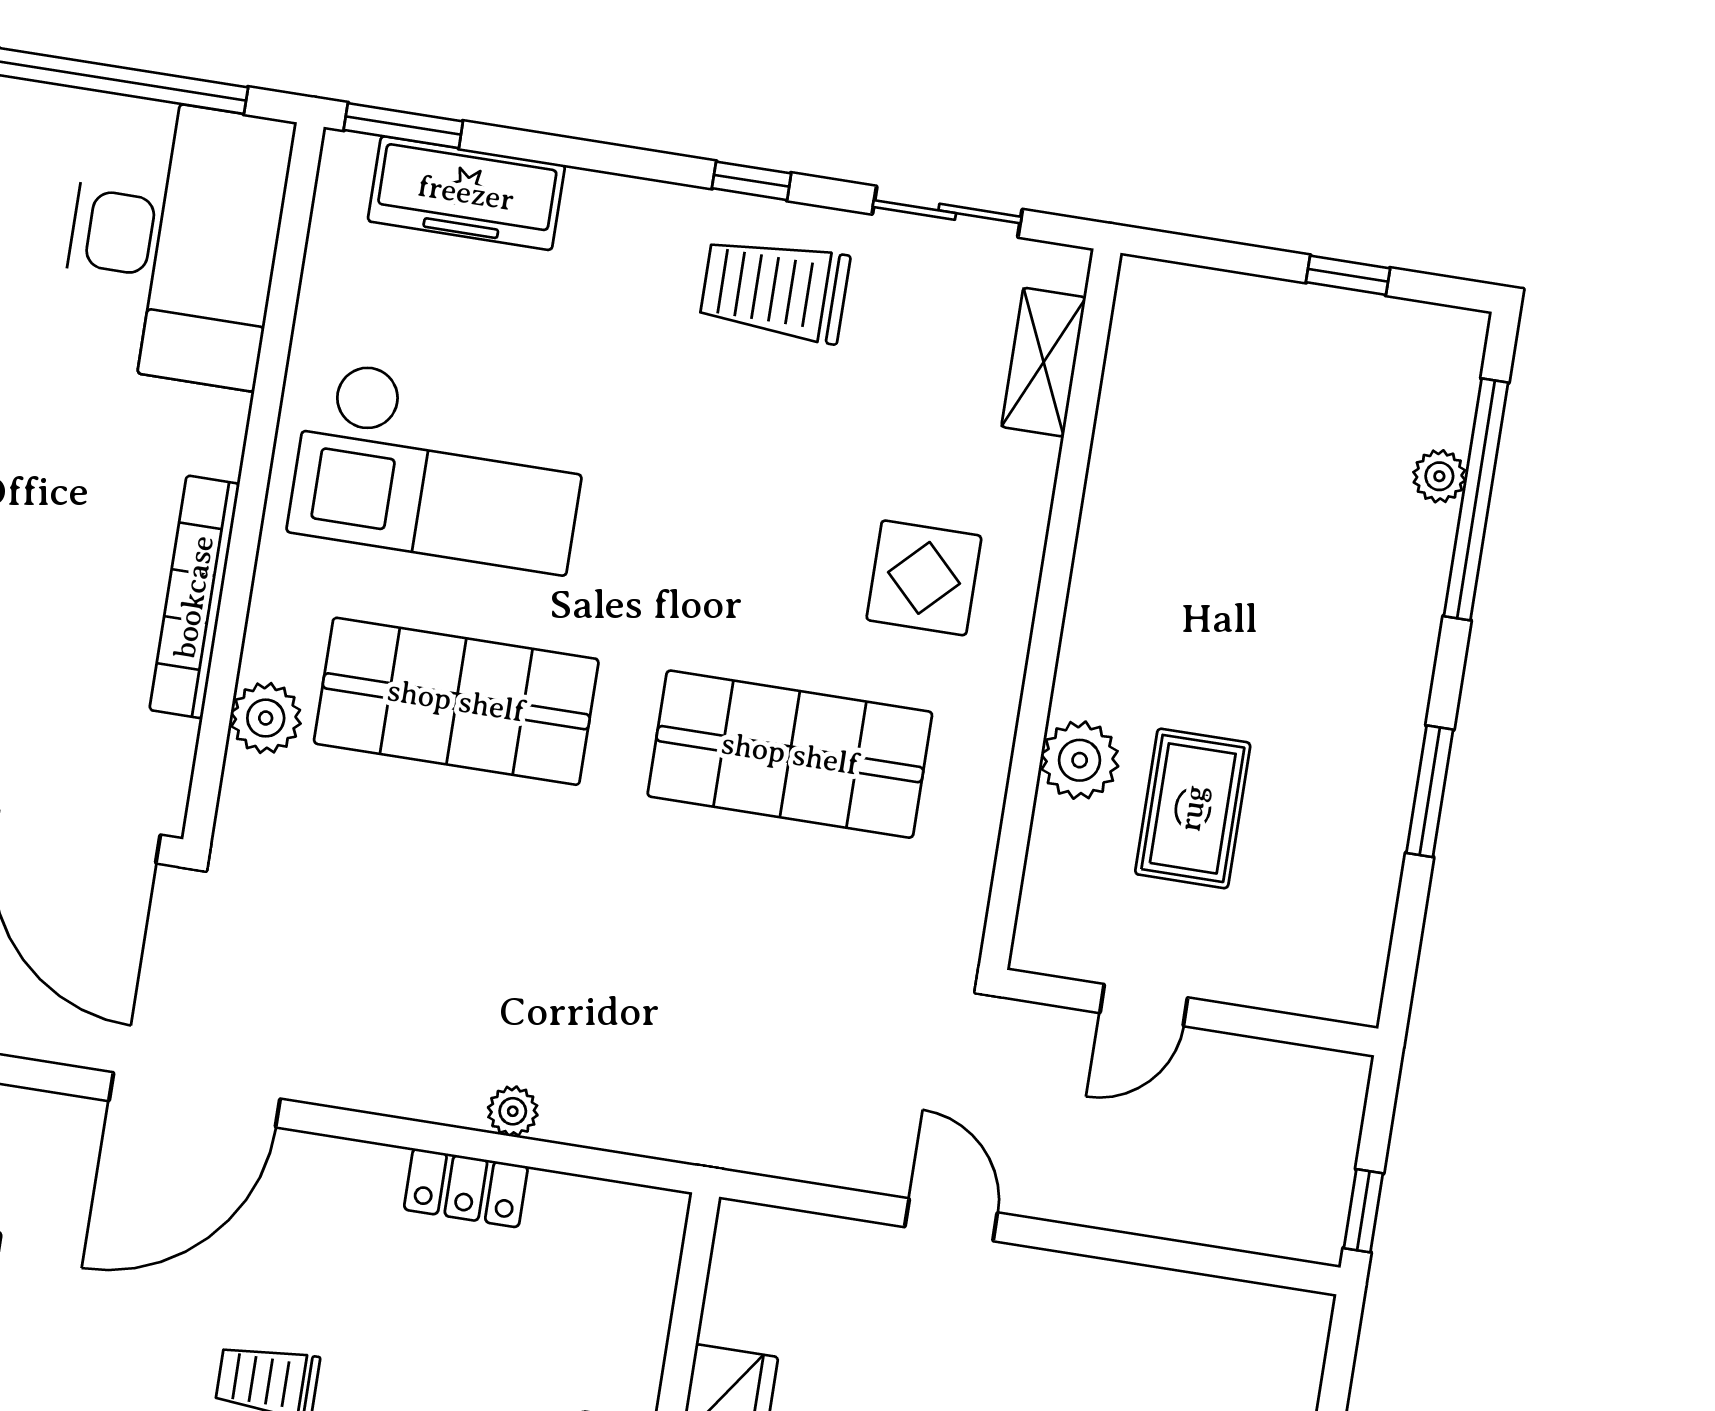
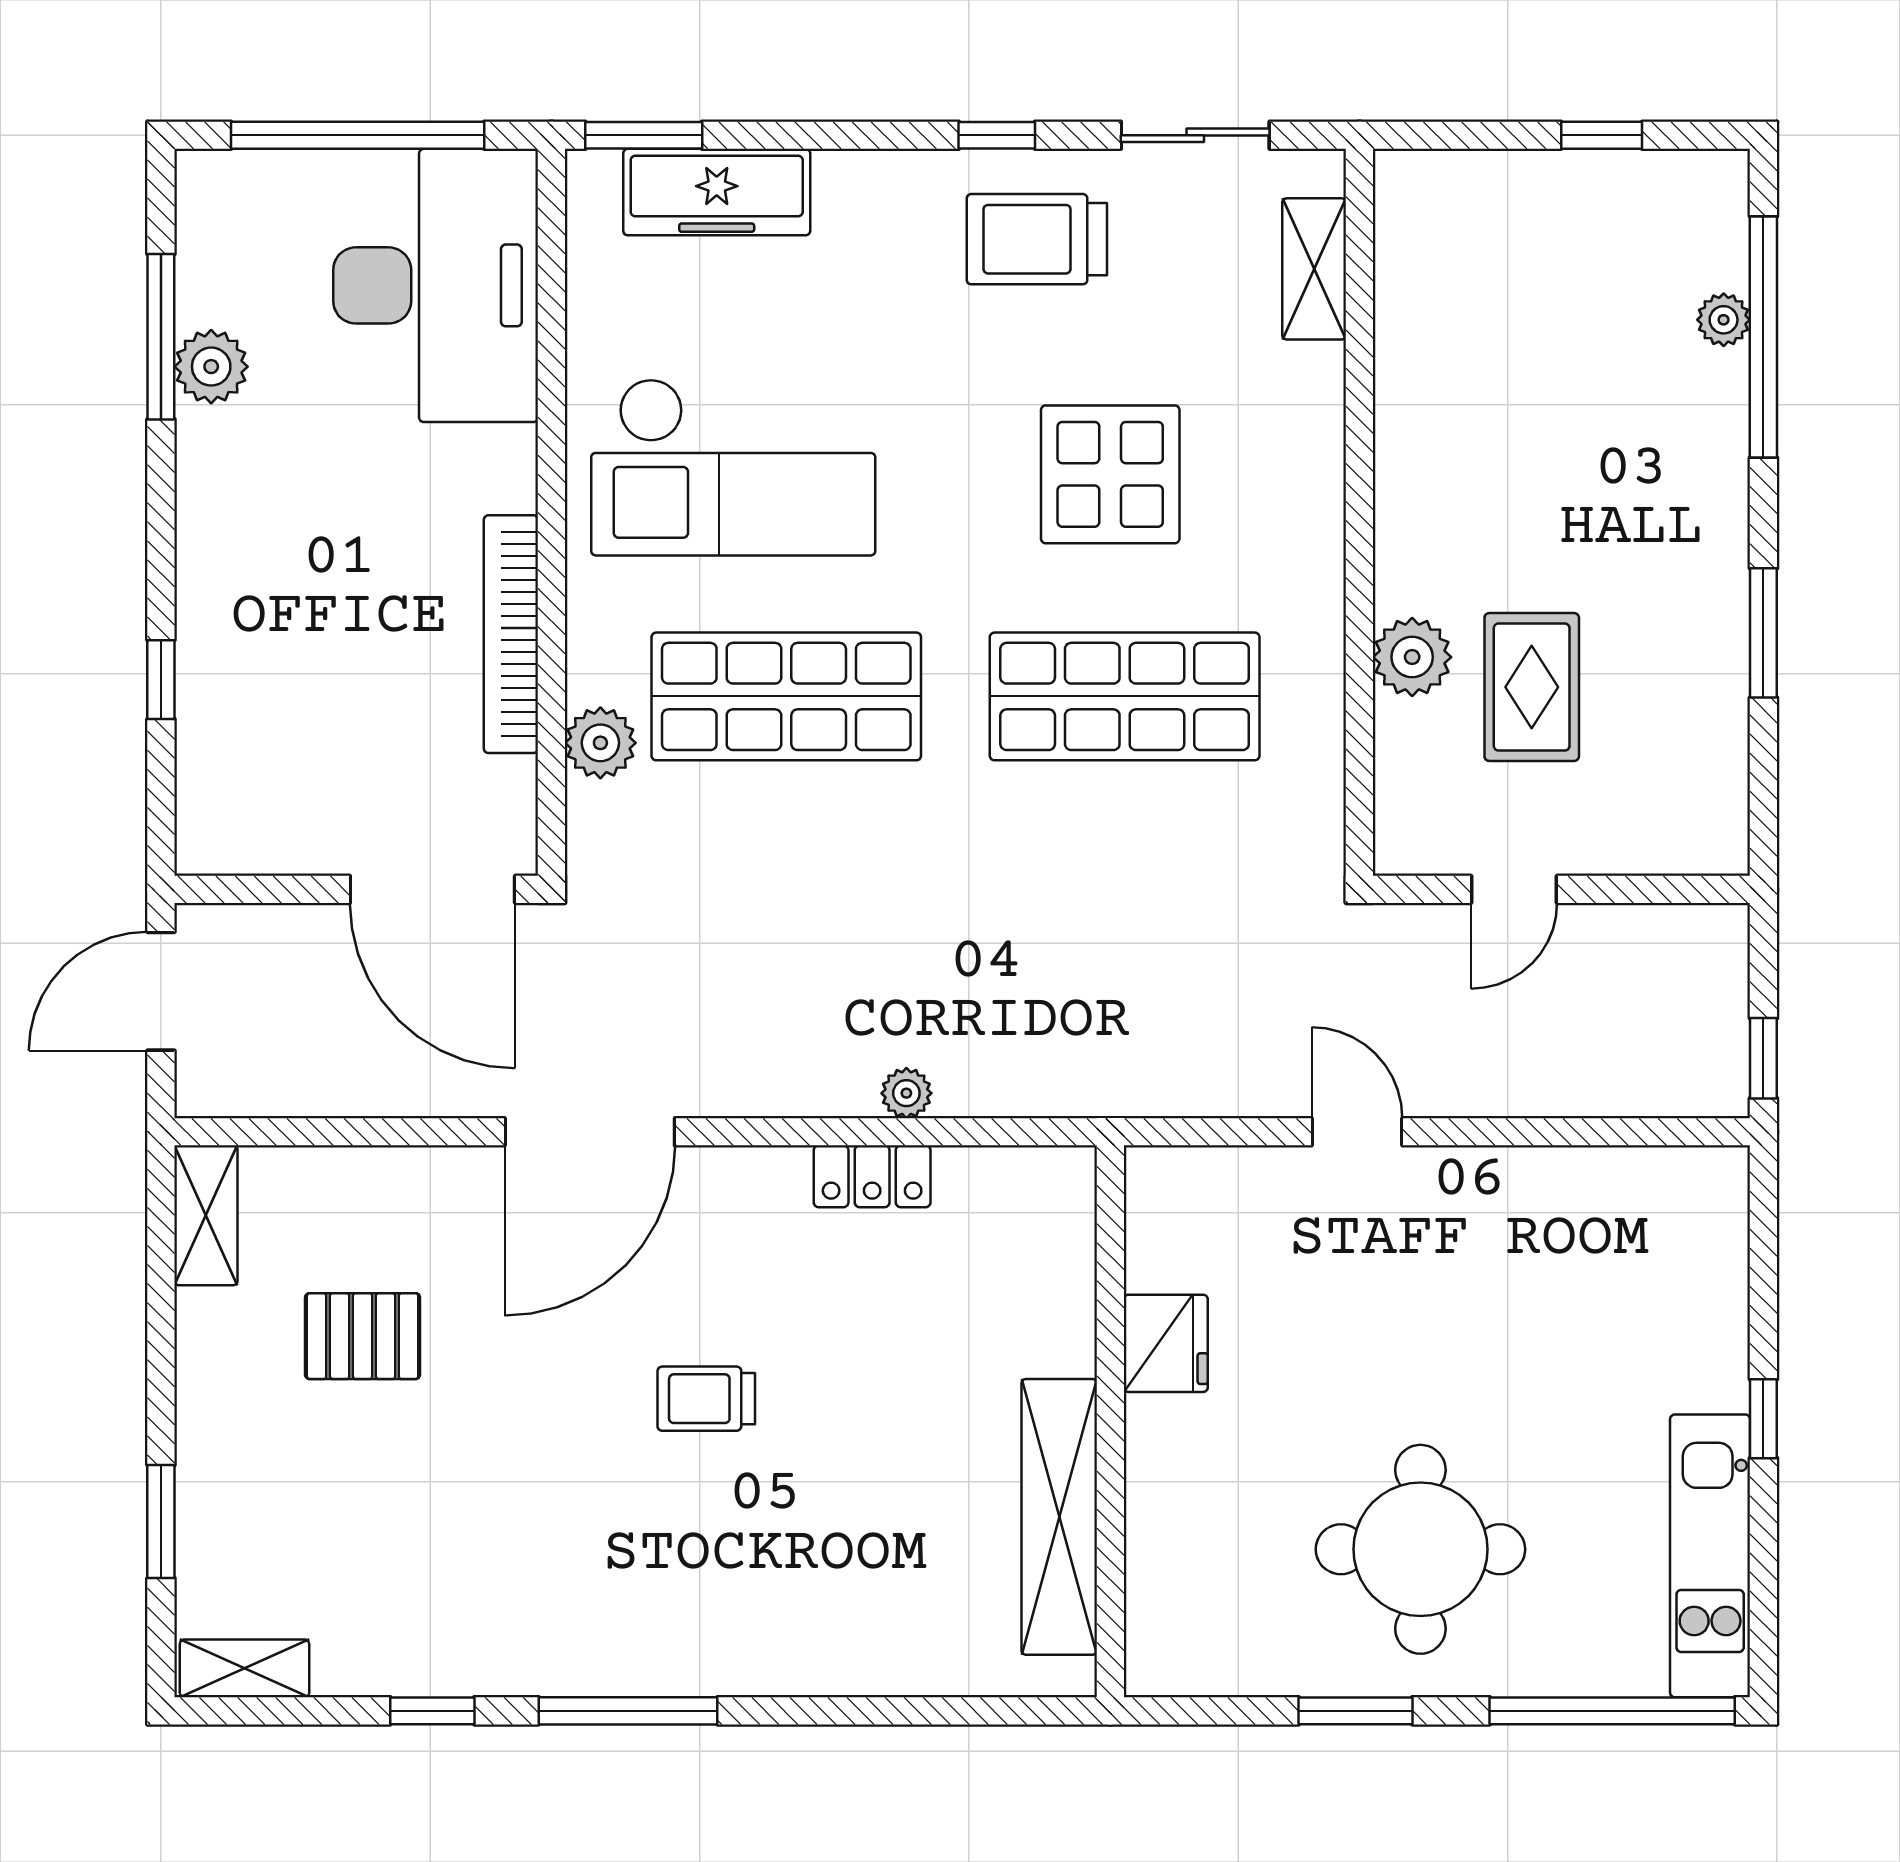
display table: (924, 578) -> (1110, 474), moved, width x1.36, depth x1.36

